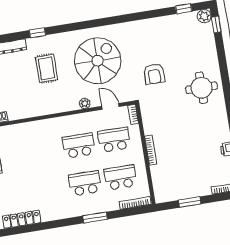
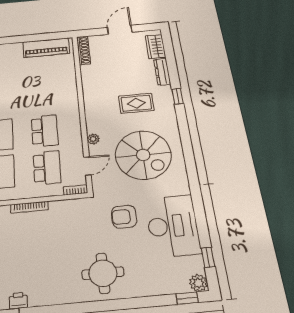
desk: (159, 36) -> (173, 226), added

